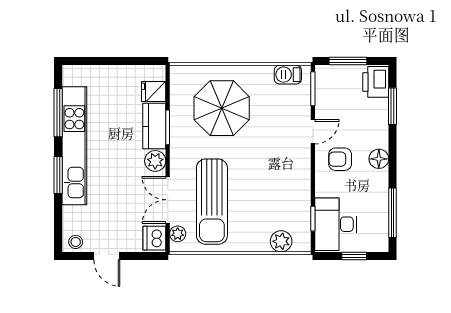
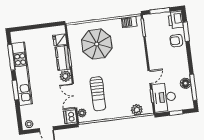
door: (313, 132) -> (150, 77), moved
armchair: (340, 159) -> (176, 41), moved
floor lamp: (379, 159) -> (185, 83), moved
sun lounger: (212, 202) -> (98, 94), width x0.73, depth x0.75

